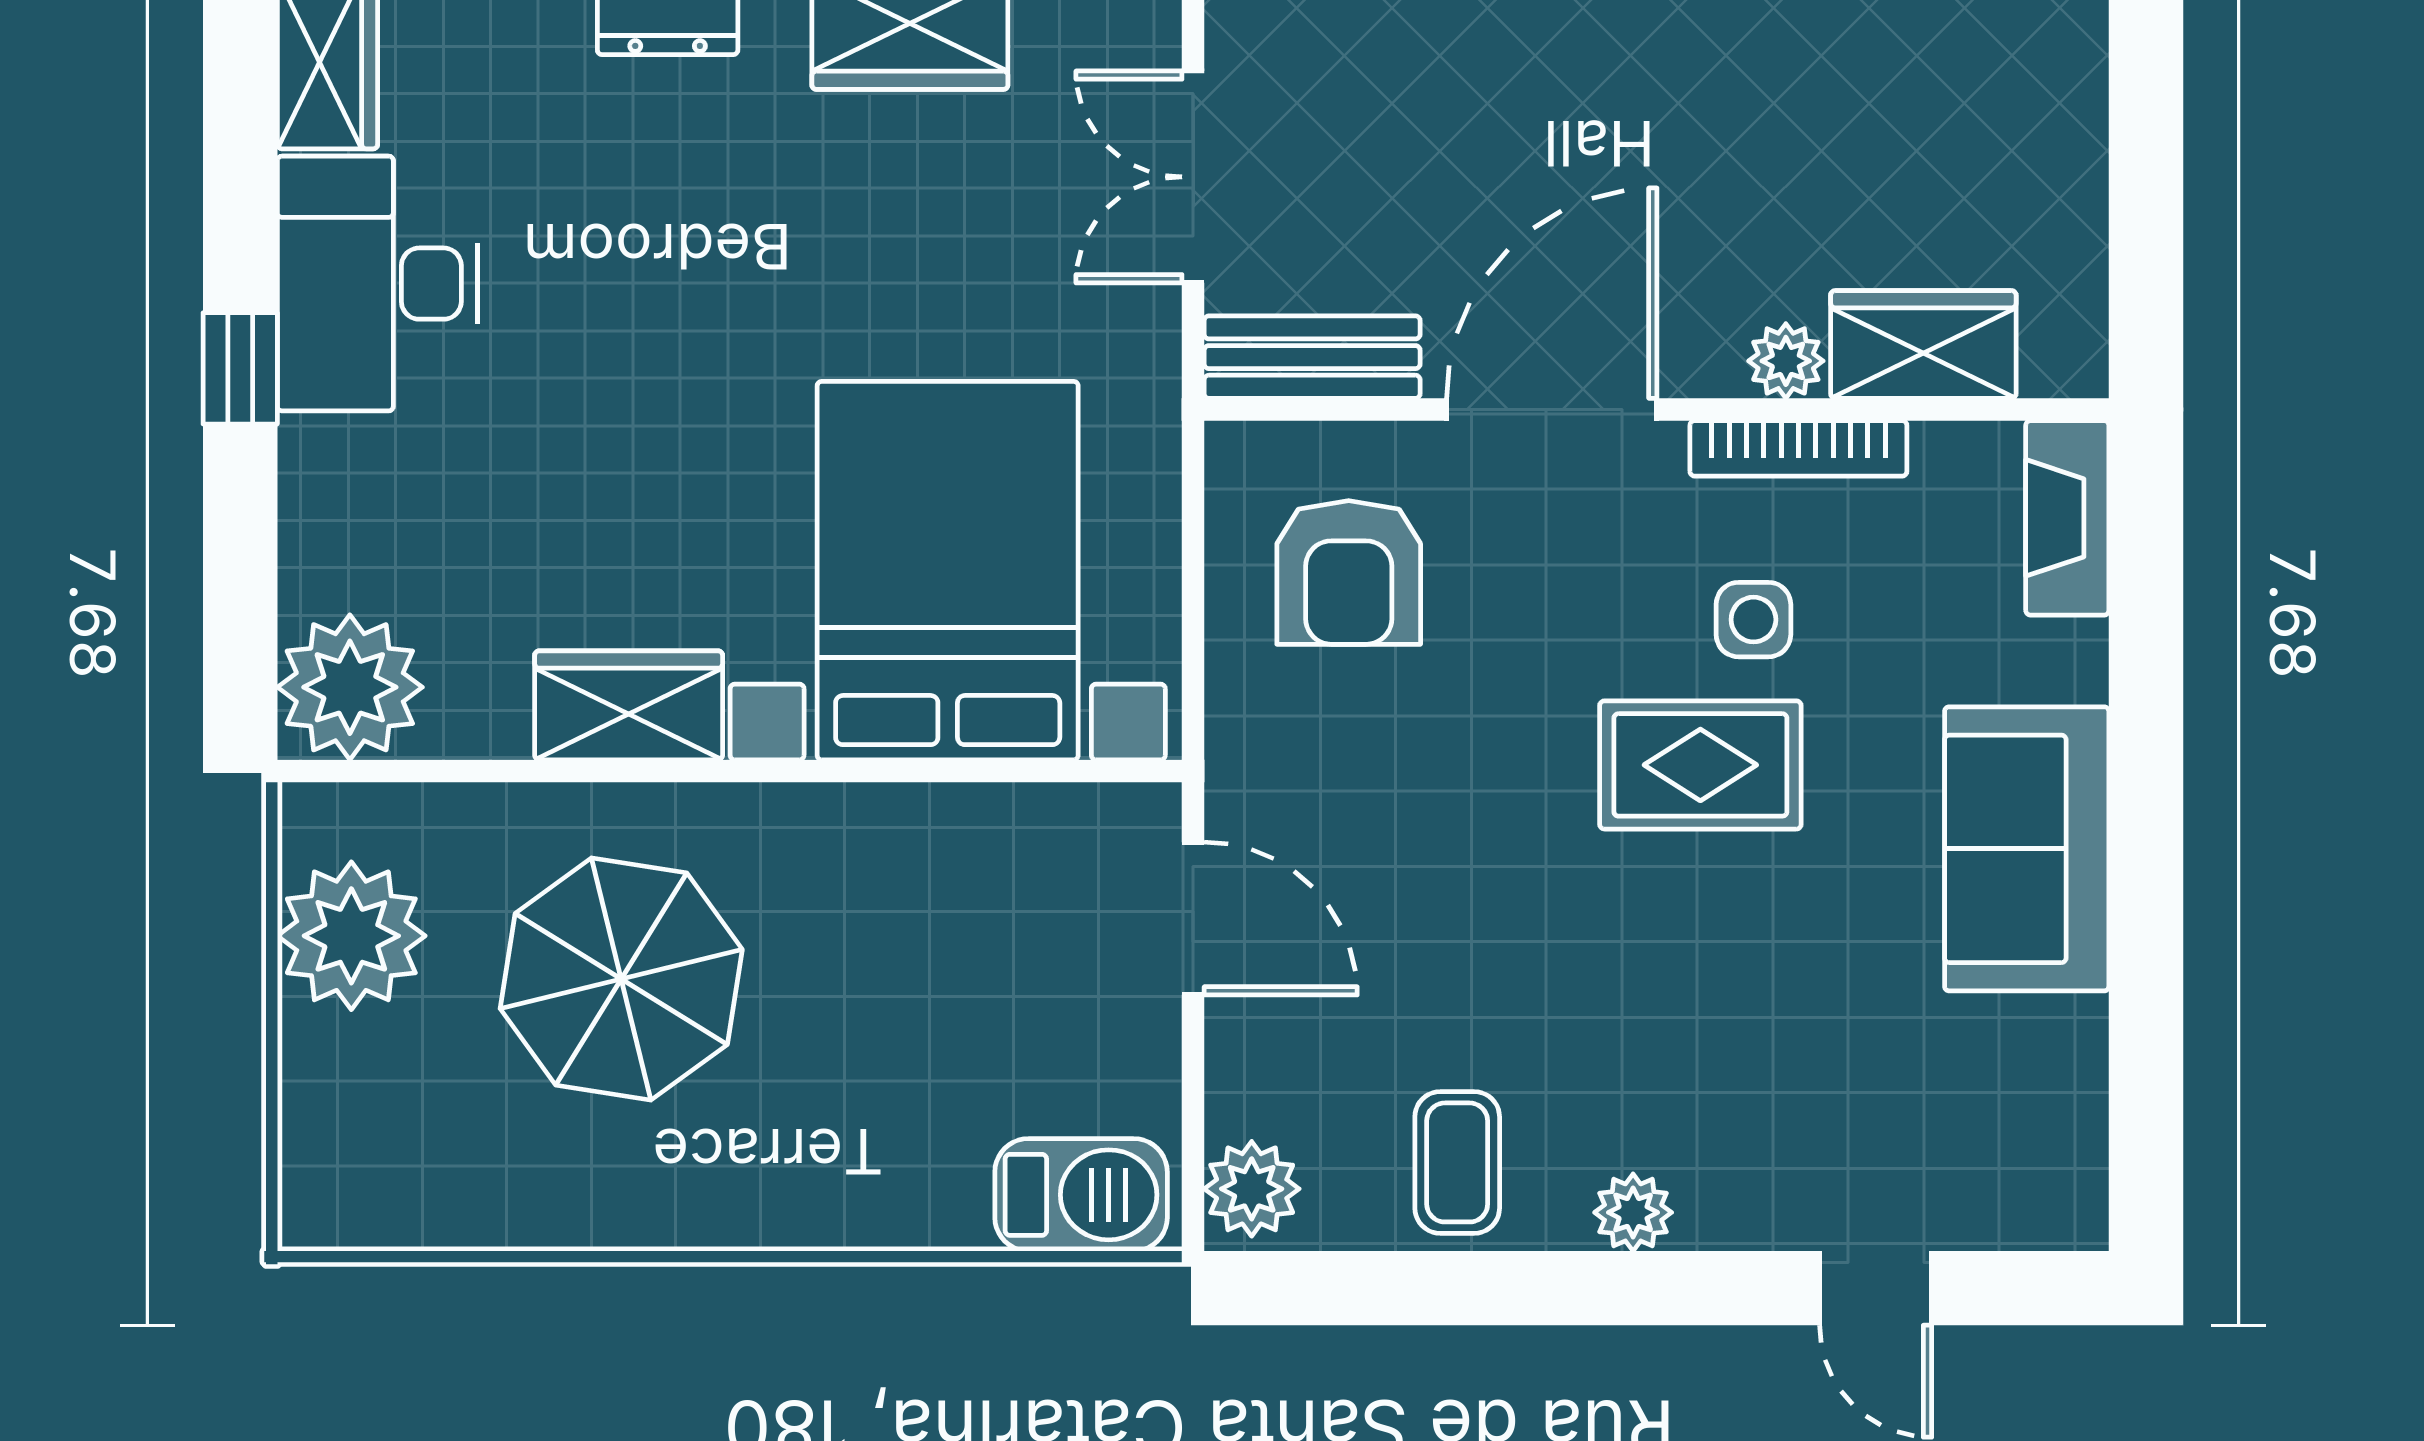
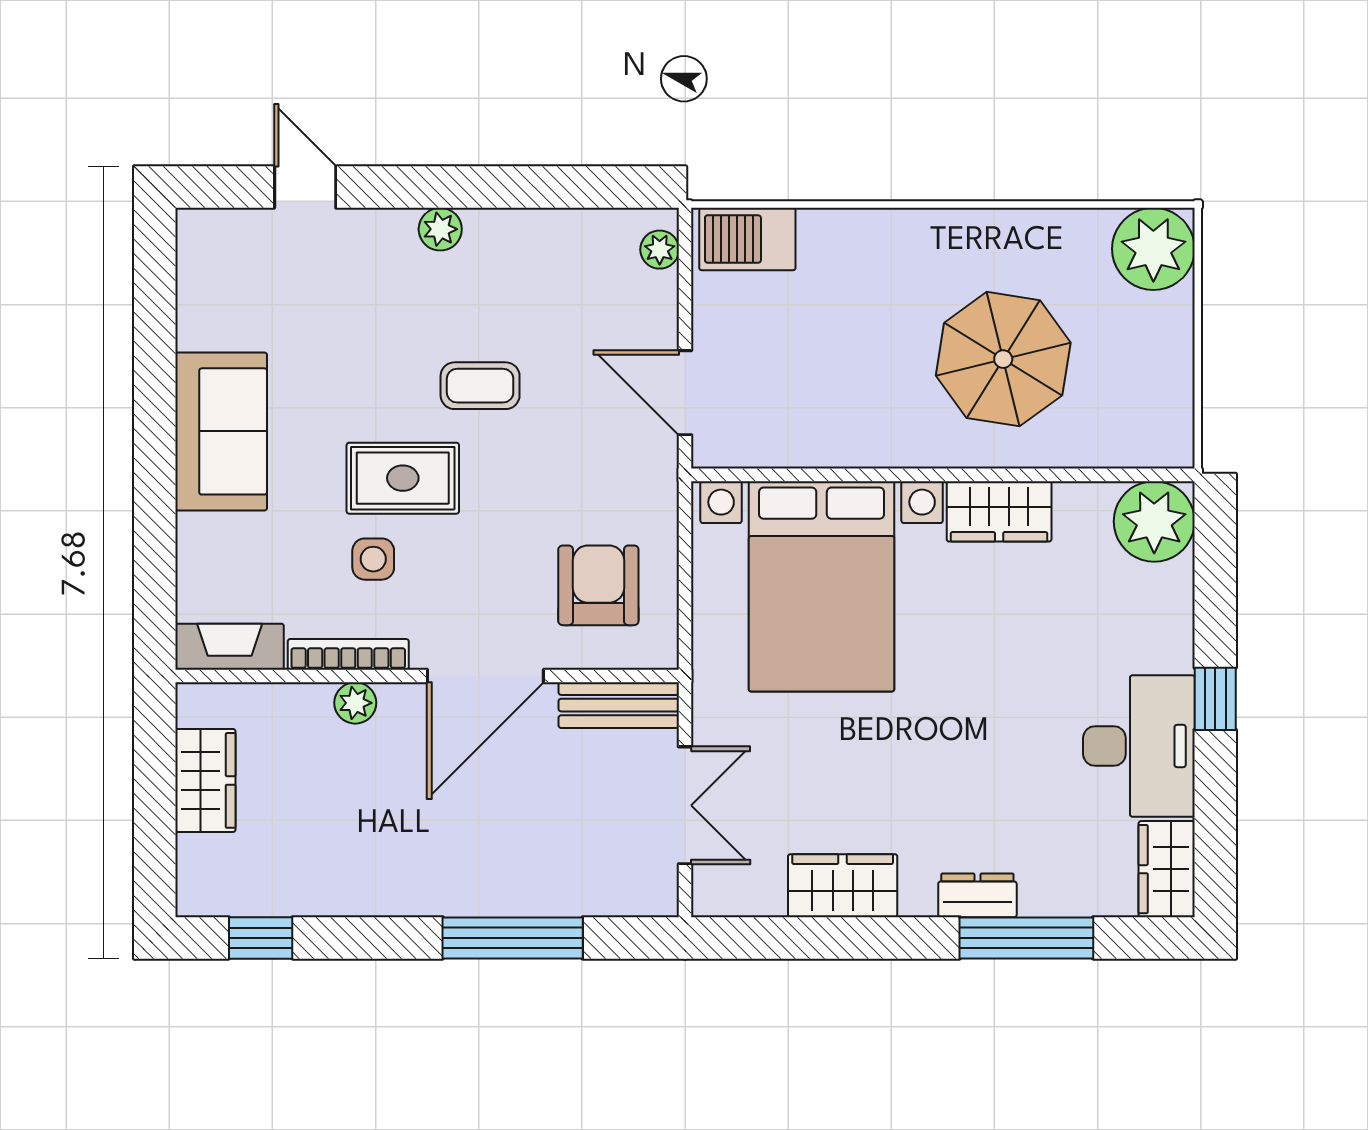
wardrobe: (1923, 345) -> (205, 780), moved, turned -90
fireplace: (2067, 518) -> (230, 647), moved, turned -90
plant: (351, 936) -> (1153, 249), moved
coffee table: (1457, 1162) -> (480, 386), moved, turned 90
plant: (1252, 1189) -> (660, 250), width x0.73, depth x0.73

